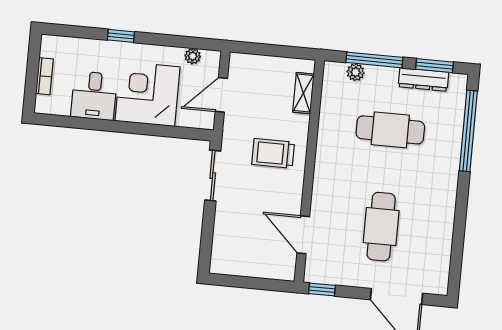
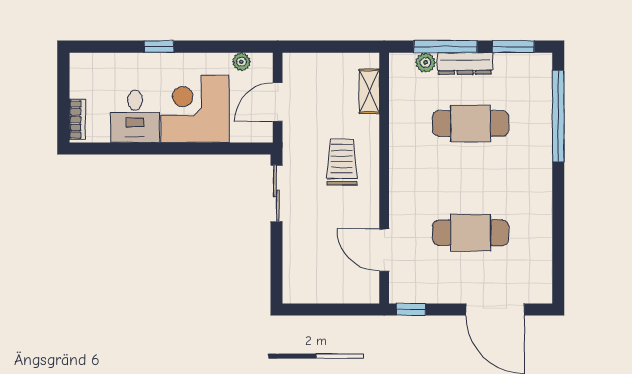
bookcase: (44, 76) -> (77, 120), moved
dresser: (423, 79) -> (465, 63), moved
trolley: (273, 153) -> (342, 162), turned 90
cafe table: (381, 227) -> (471, 233), turned 90

